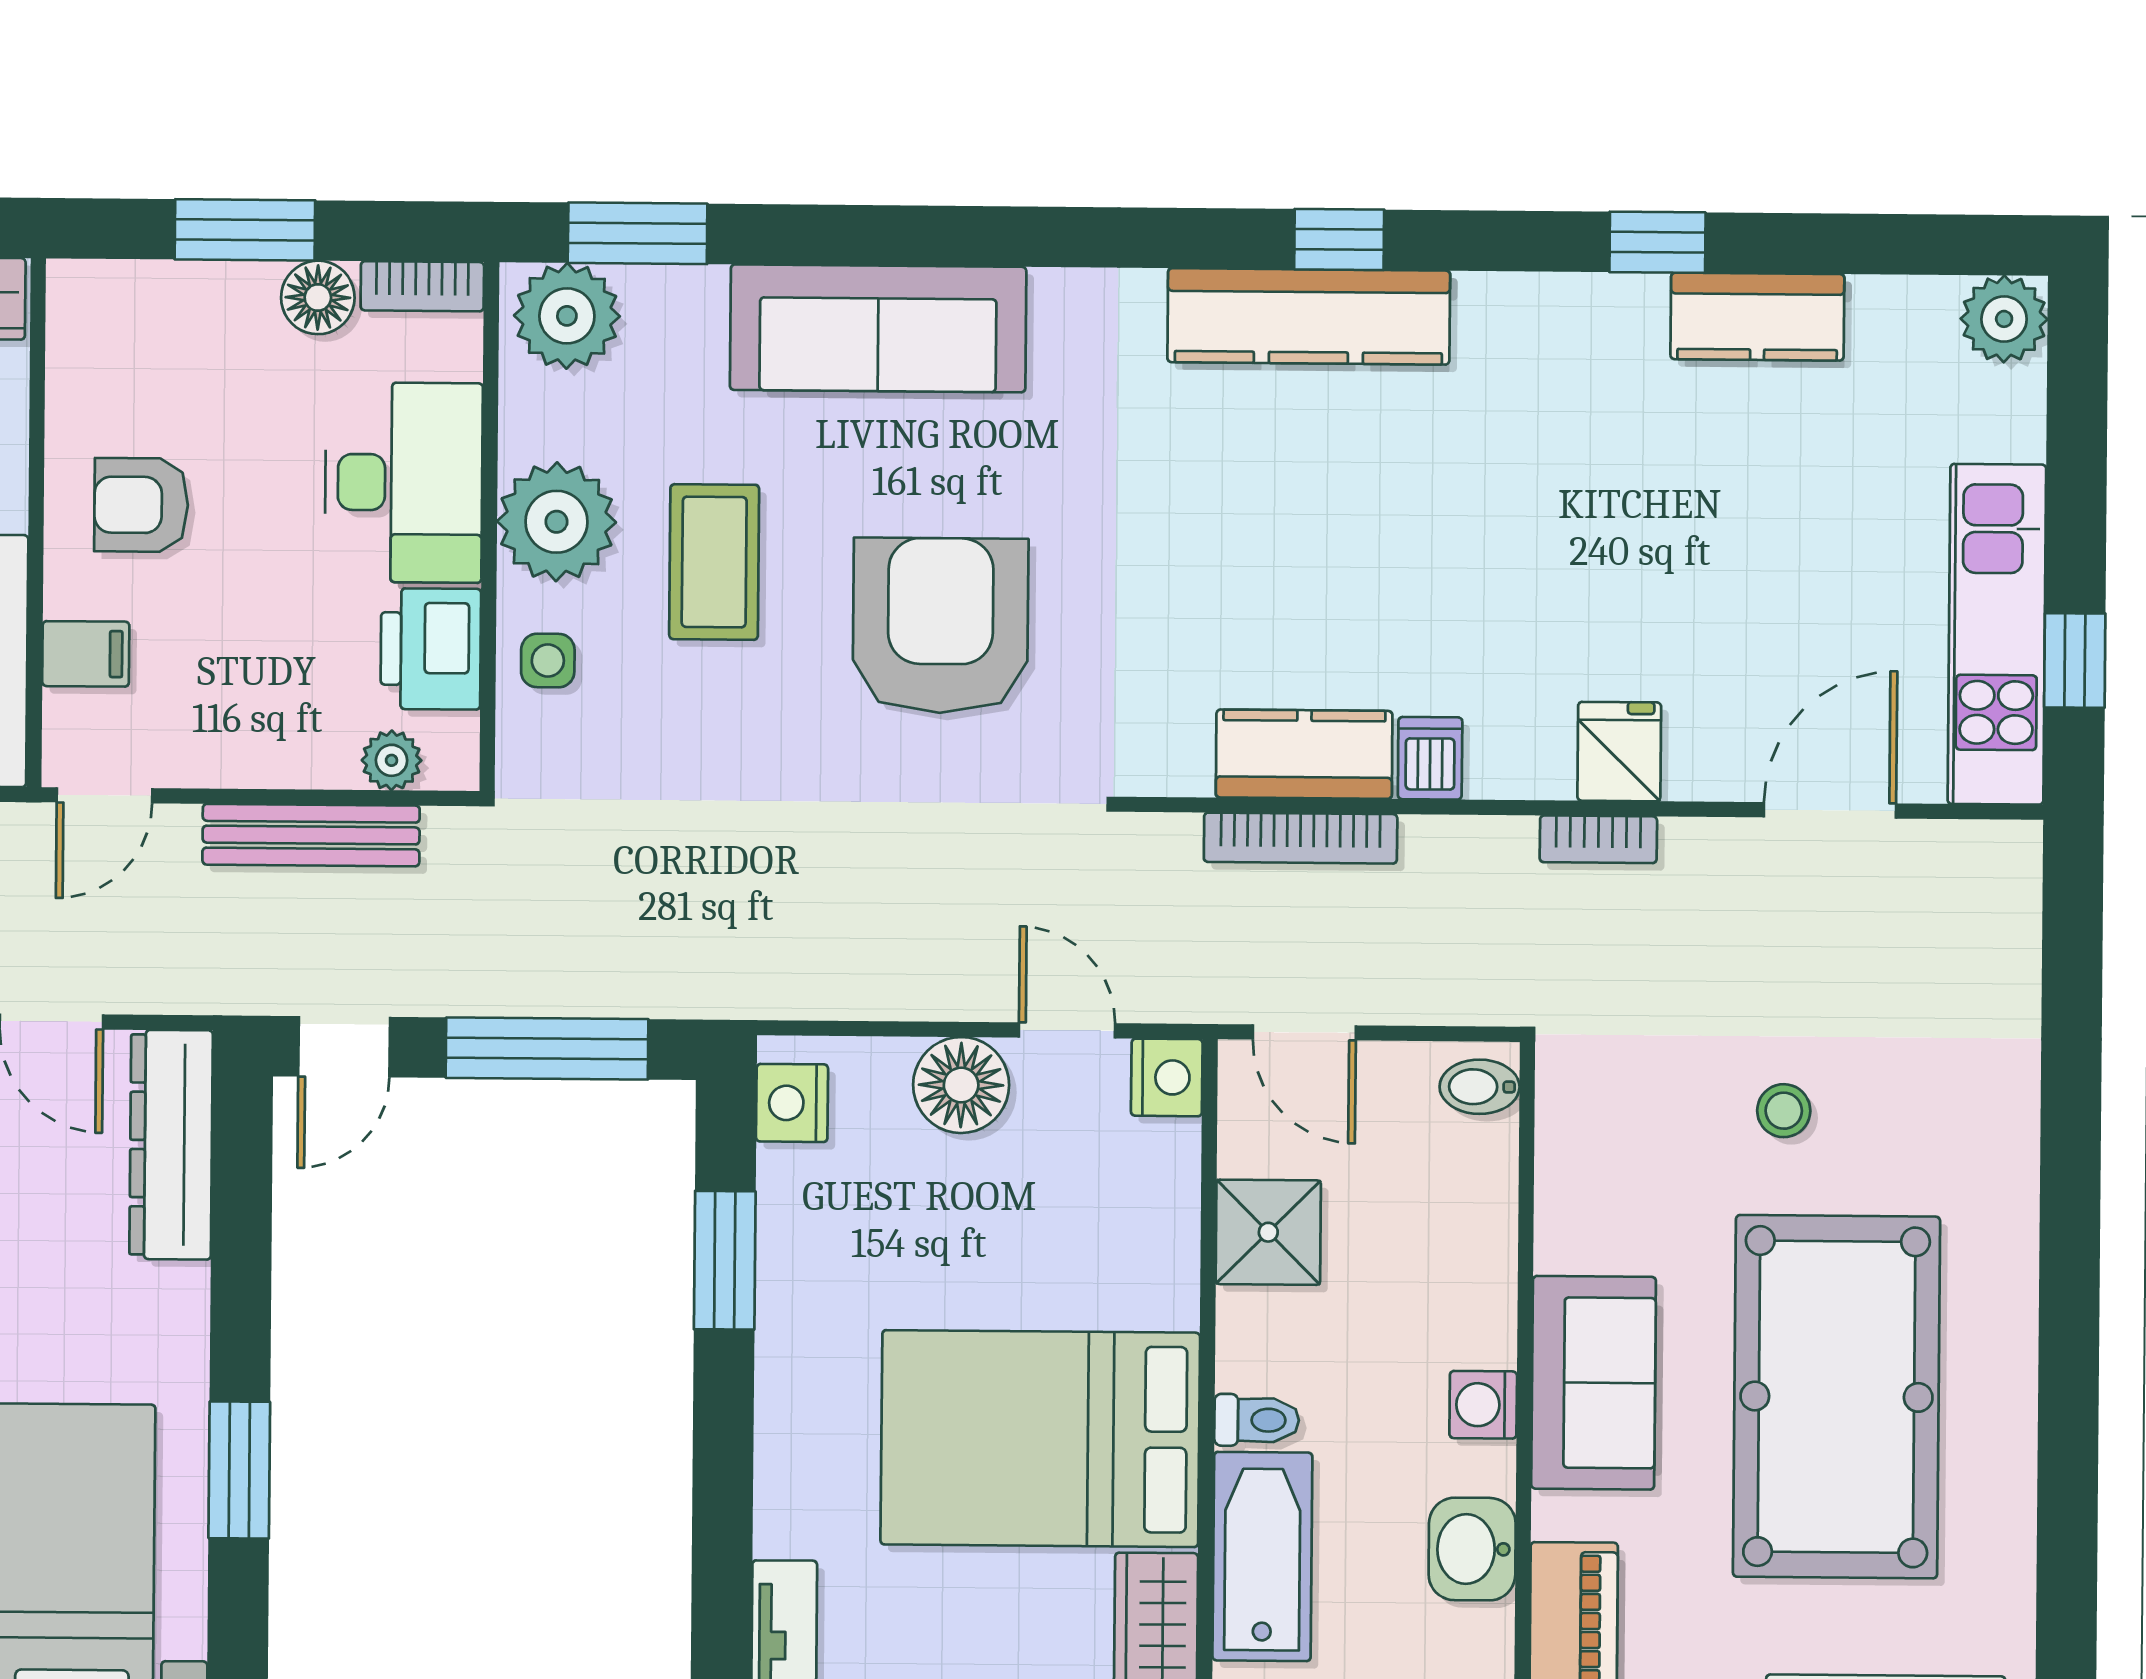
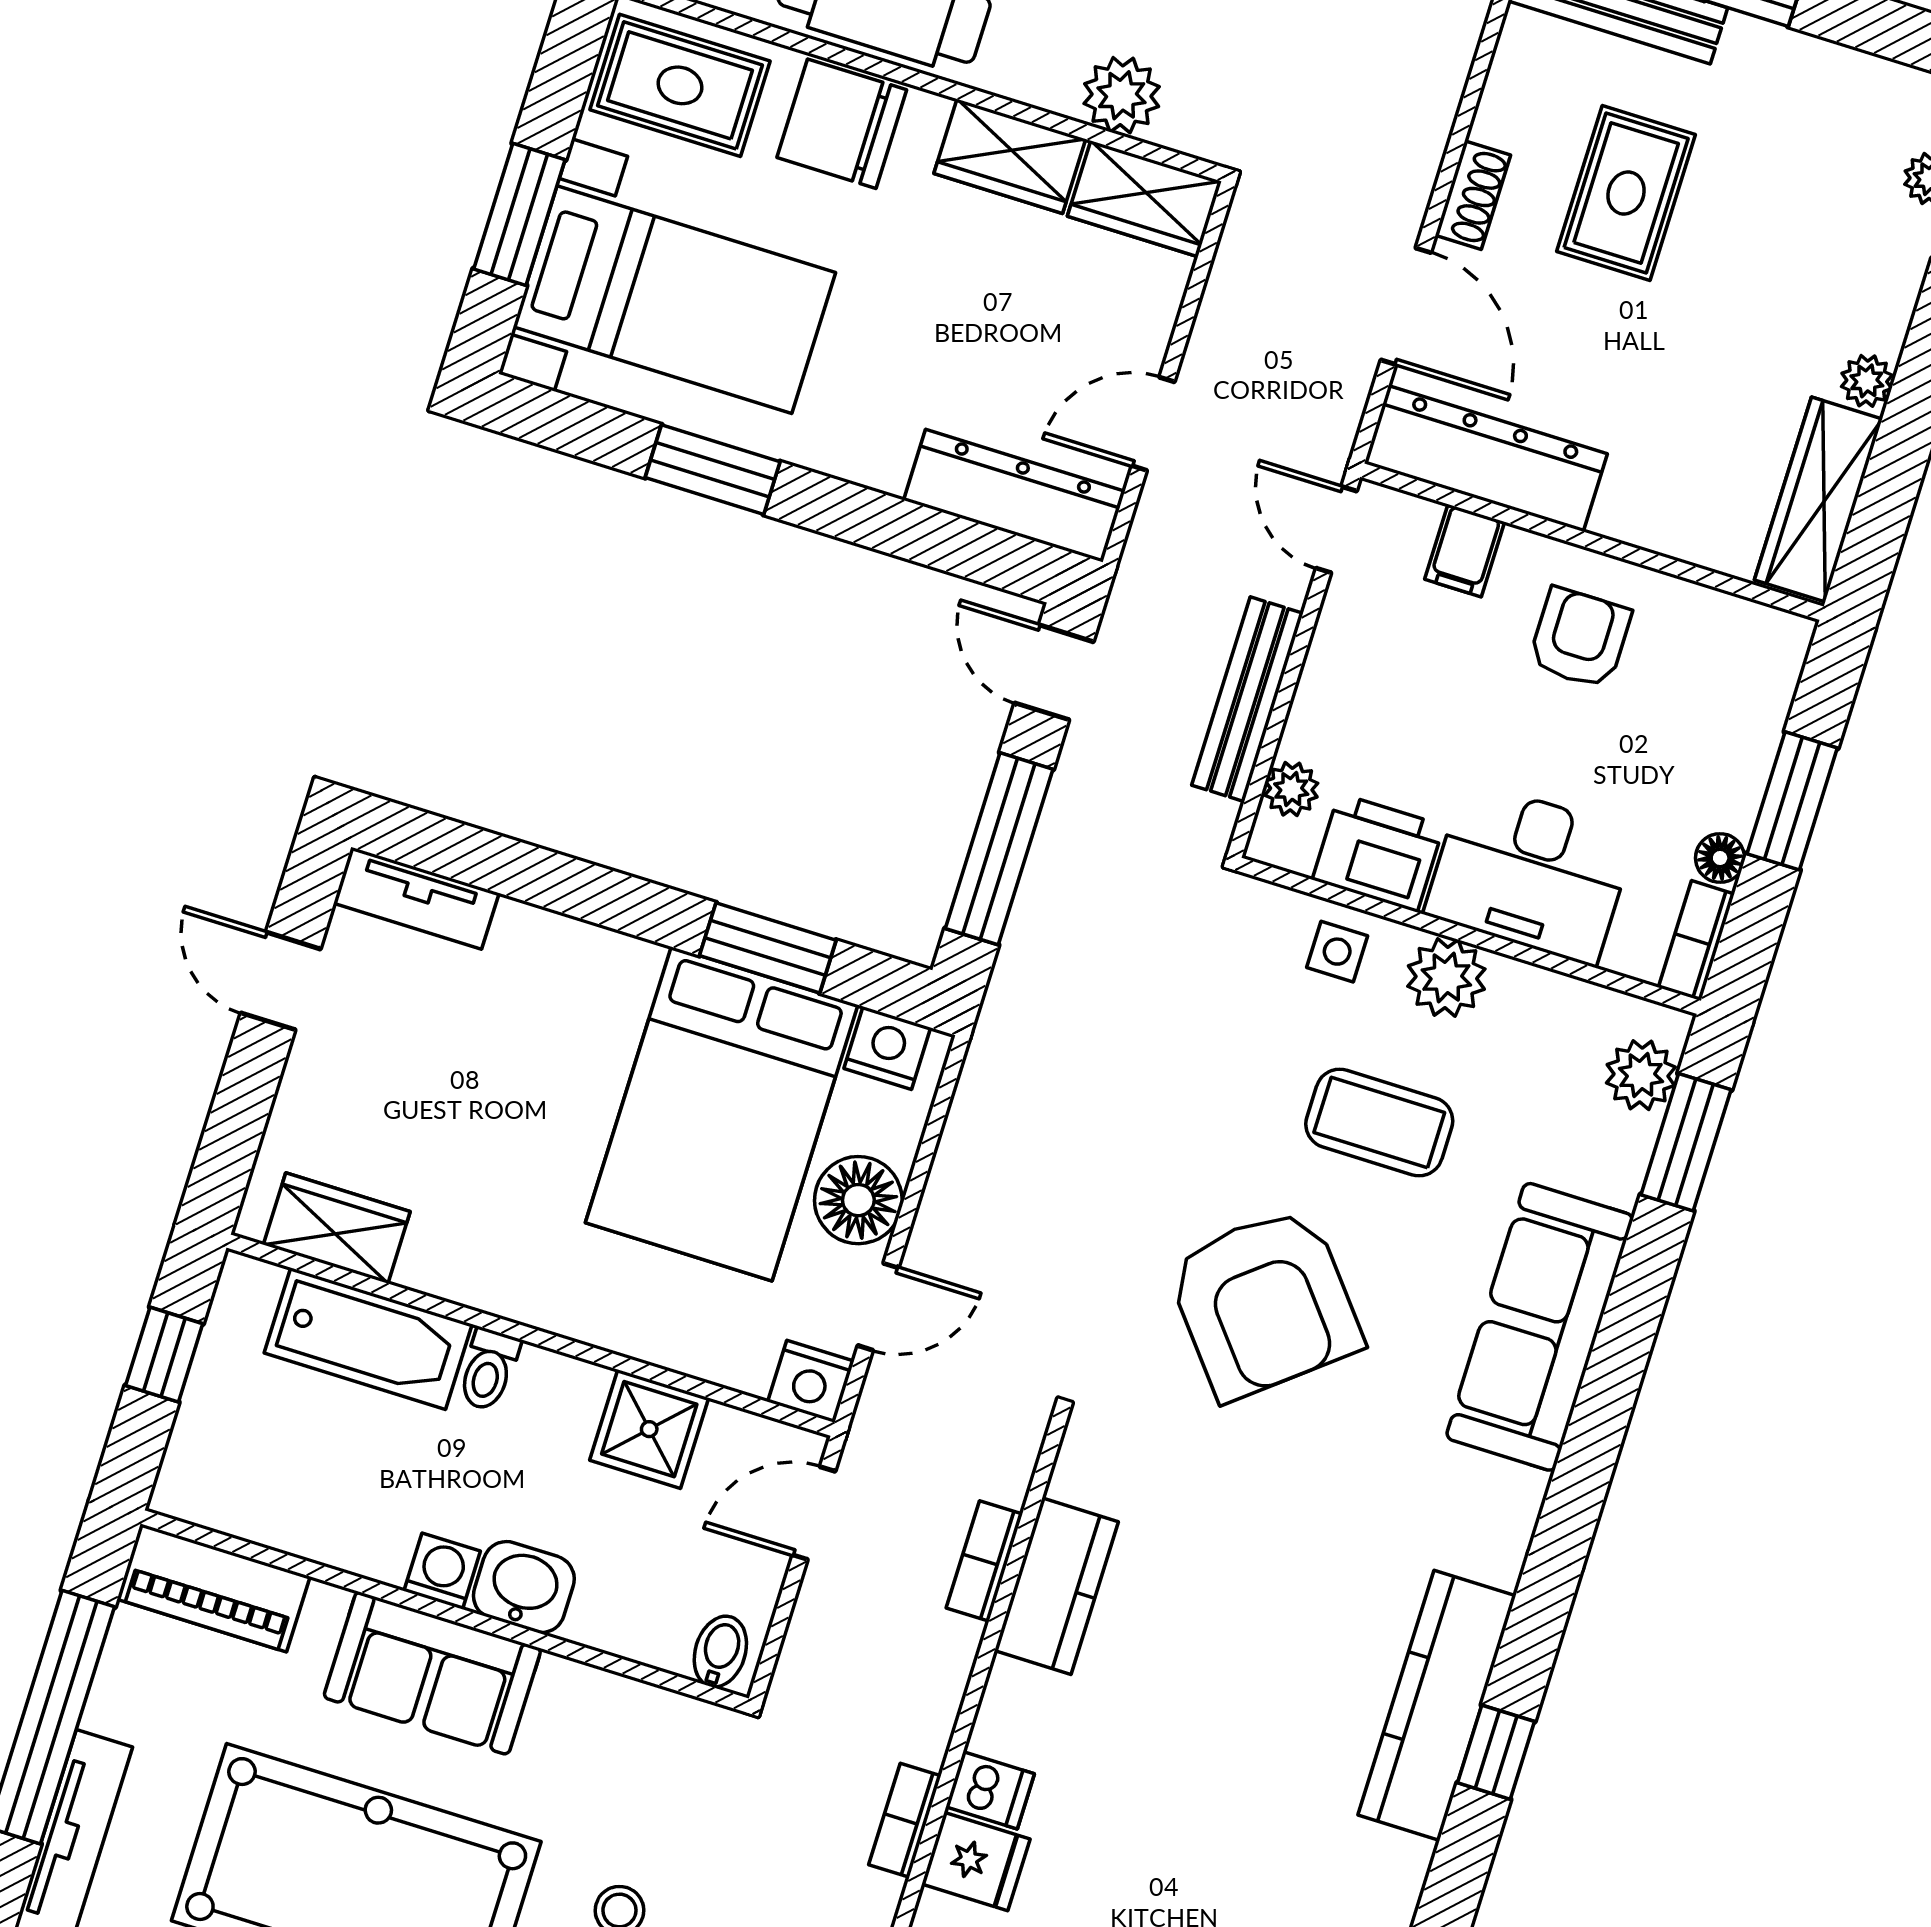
floor lamp: (318, 297) -> (1720, 858), width x0.73, depth x0.73
plant: (567, 316) -> (1641, 1075), width x0.73, depth x0.73
plant: (556, 522) -> (1446, 978), width x0.73, depth x0.73
armchair: (941, 626) -> (1264, 1303), turned 51
dishwasher: (1430, 758) -> (990, 1790), moved
bookcase: (1301, 838) -> (984, 1561), width x0.64
bed: (1040, 1439) -> (722, 1114), moved, turned 180
washbasin: (1472, 1549) -> (524, 1587), moved

